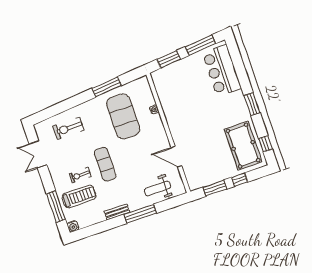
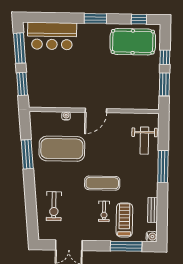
door: (176, 157) -> (96, 110), moved
bench: (117, 212) -> (153, 210), moved

